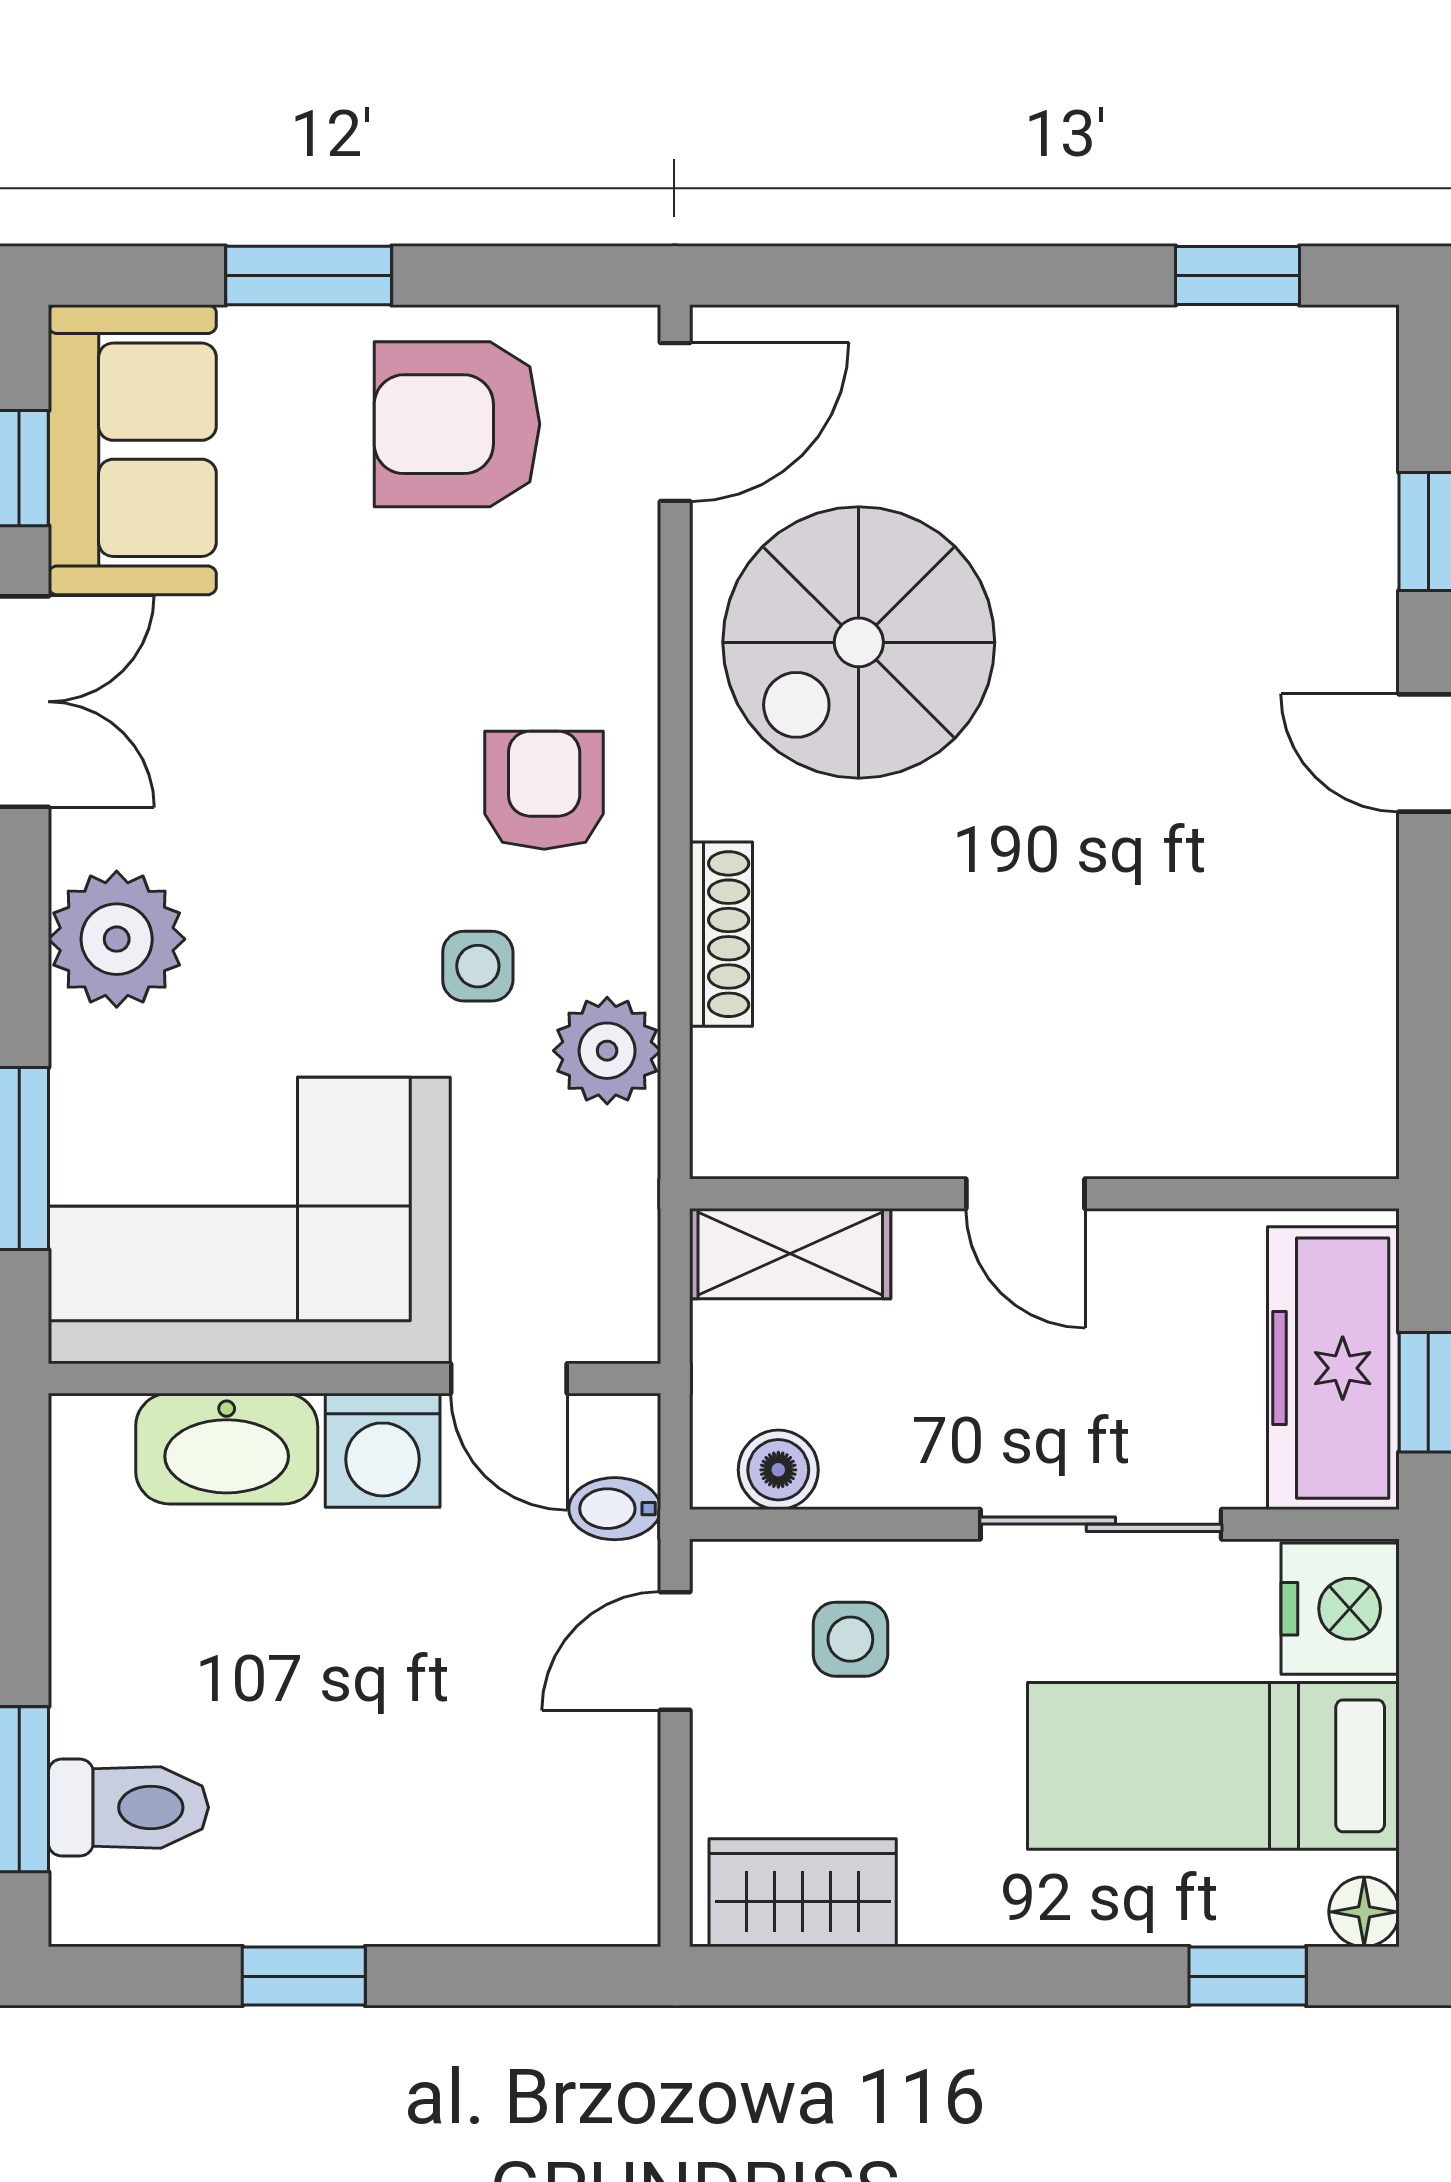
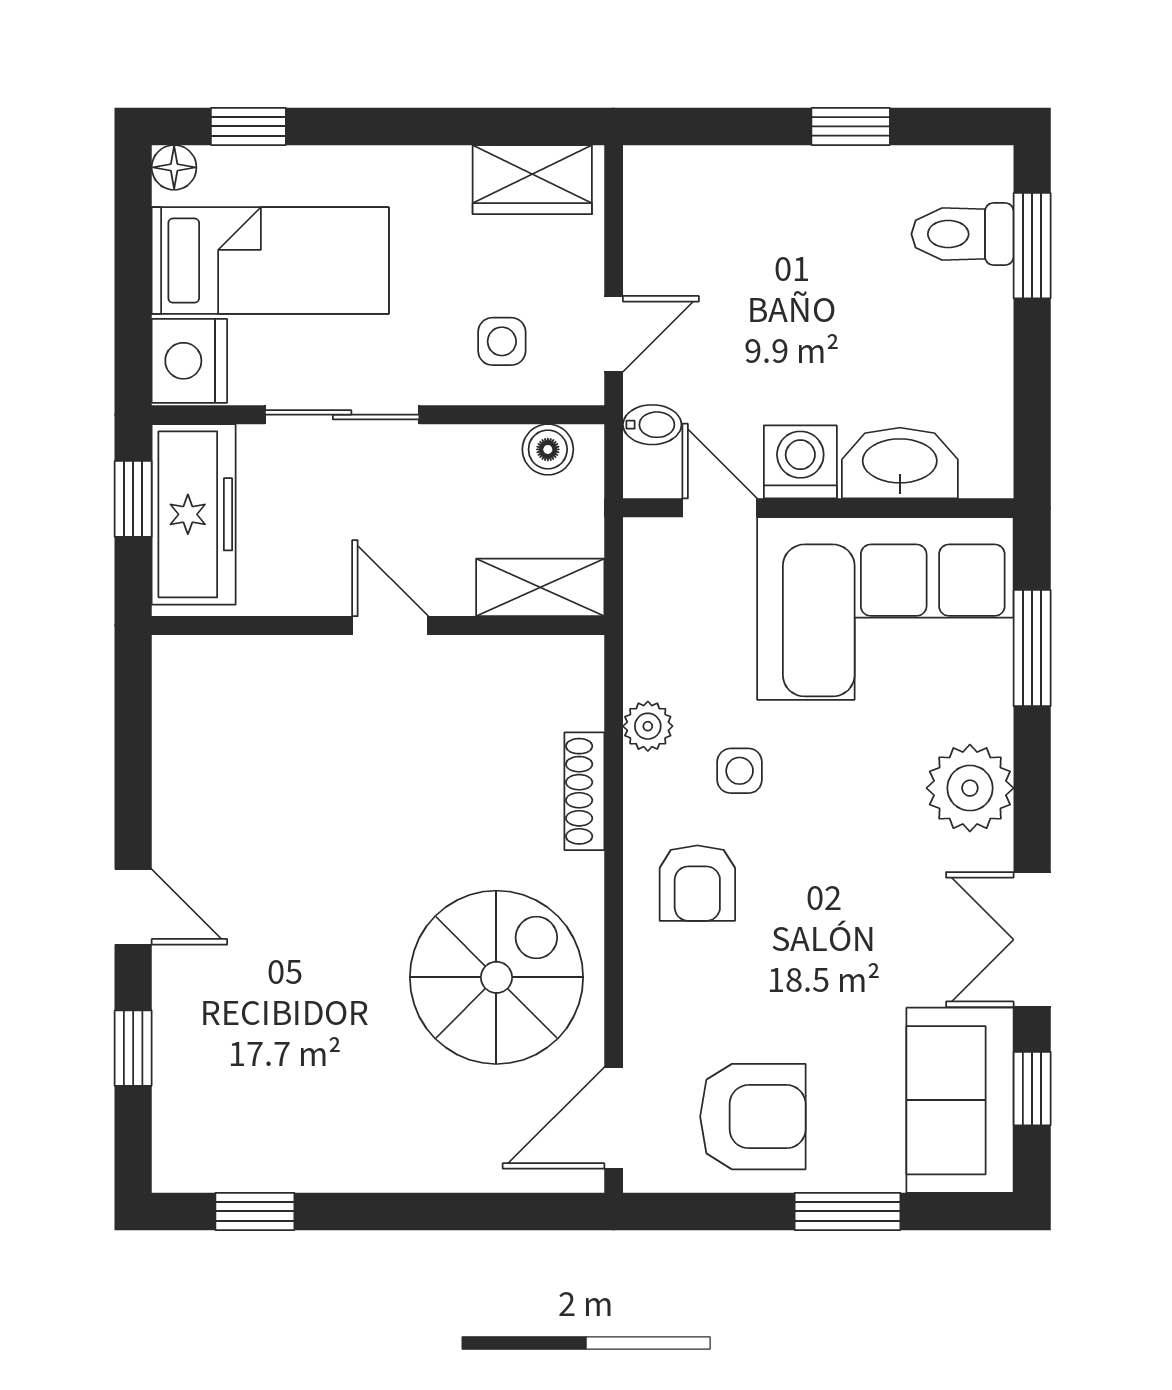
plant: (607, 1051) -> (648, 726), width x0.73, depth x0.73

